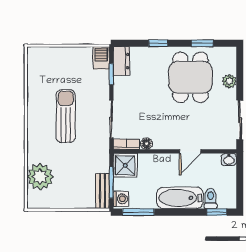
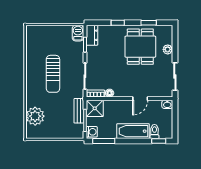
sun lounger: (66, 116) -> (53, 74), turned 180
bench: (103, 191) -> (79, 111), moved

